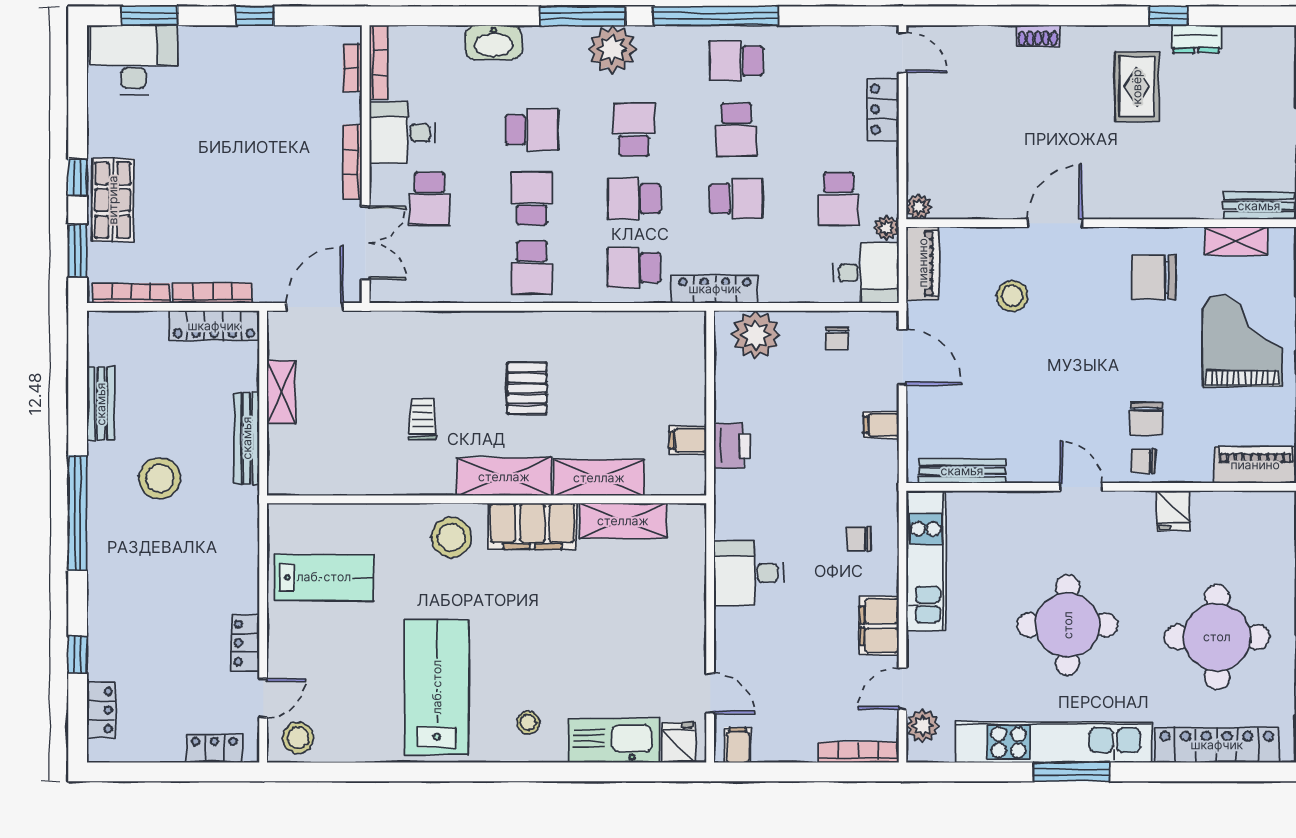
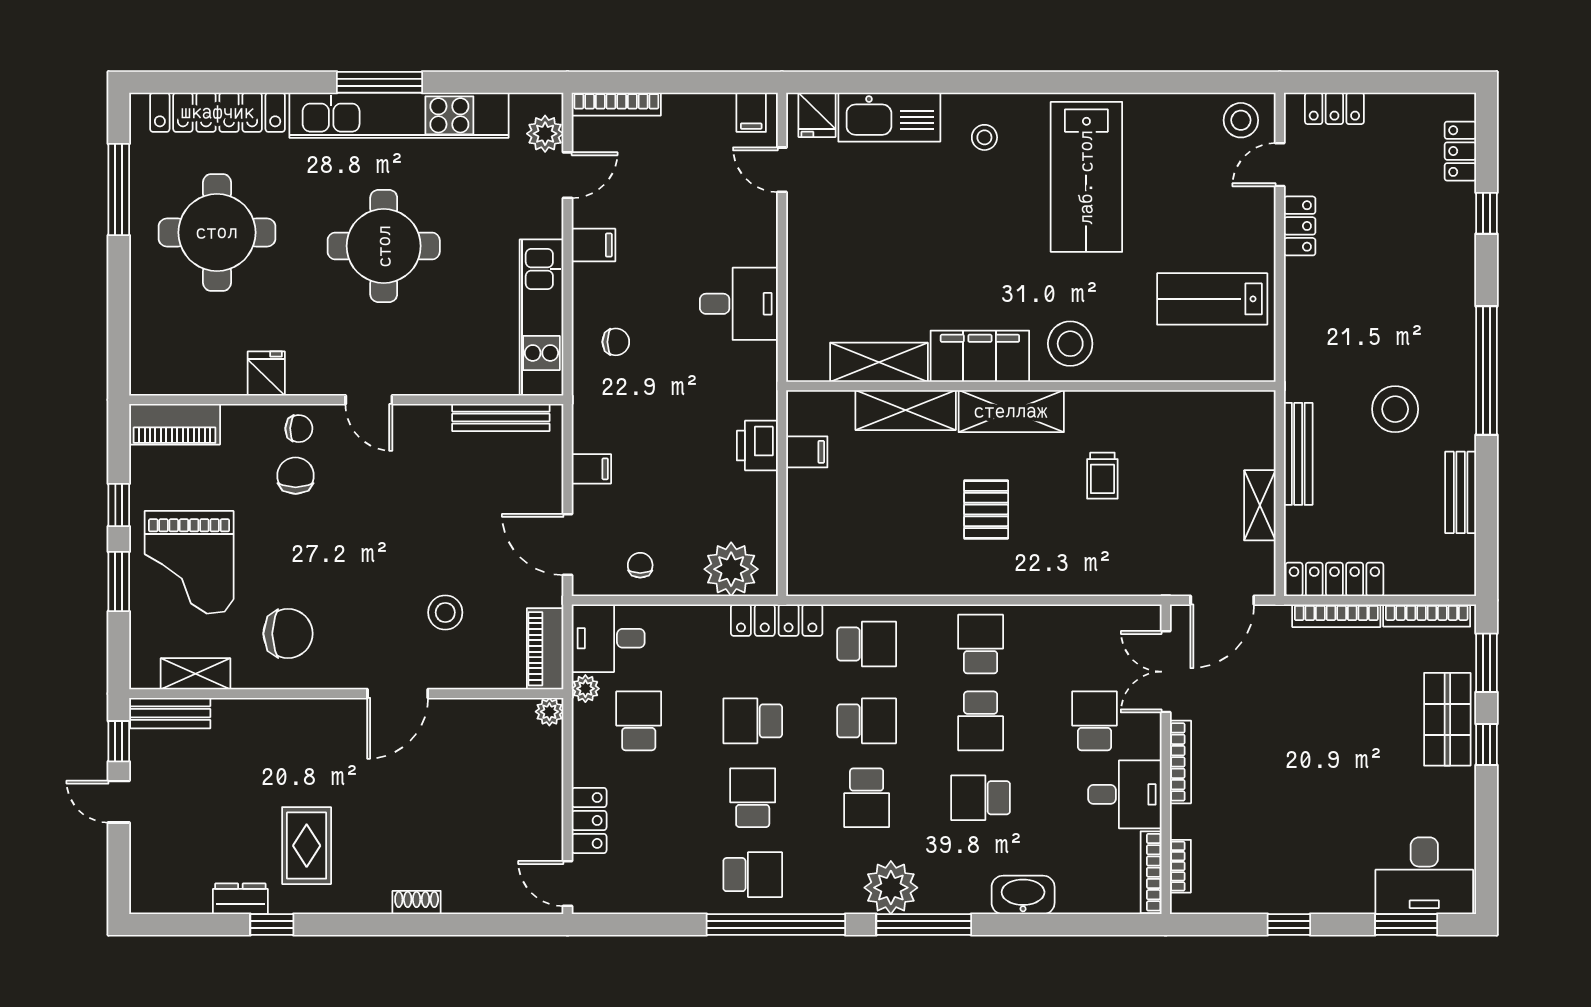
filing cabinet: (879, 626) -> (594, 245), width x0.50

